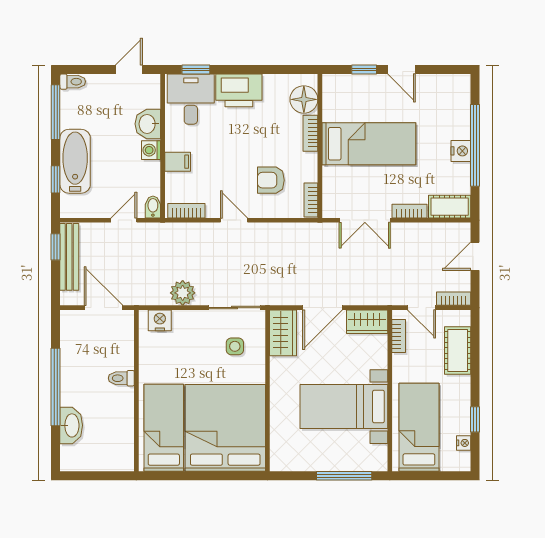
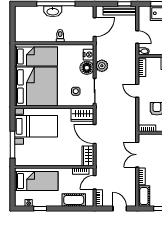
door: (234, 220) -> (137, 91), swing flipped
floor lamp: (187, 324) -> (87, 68), added
bed with nightstands: (344, 407) -> (36, 126), moved, turned 90
washbasin: (71, 425) -> (53, 11), moved

